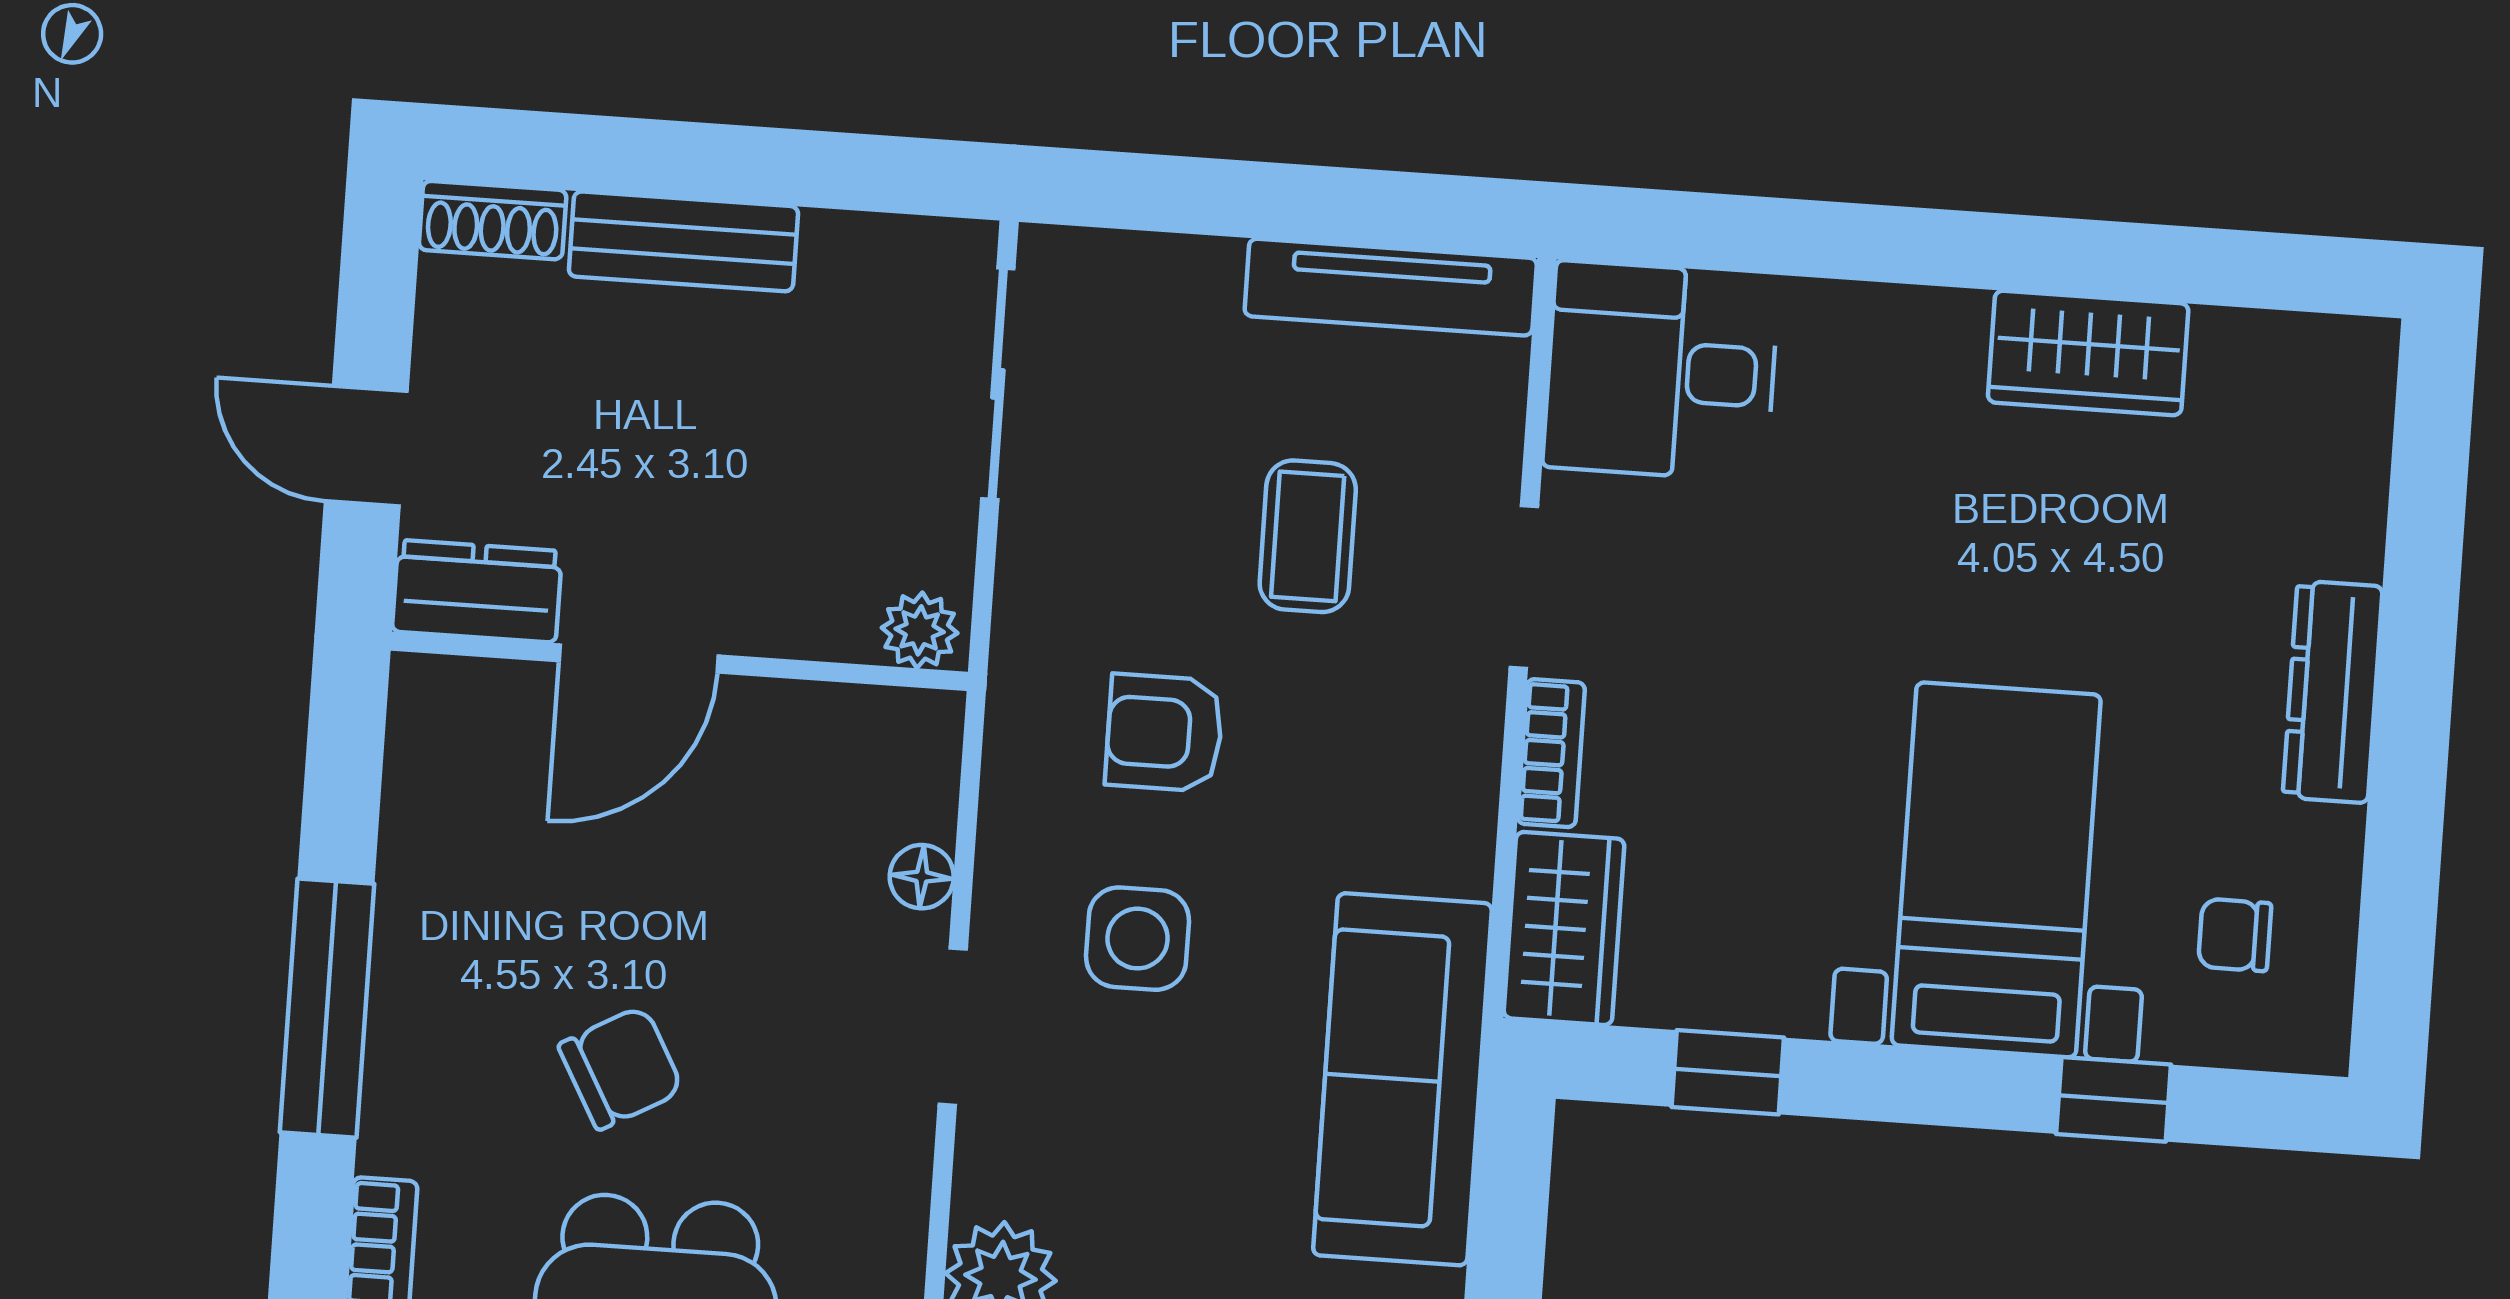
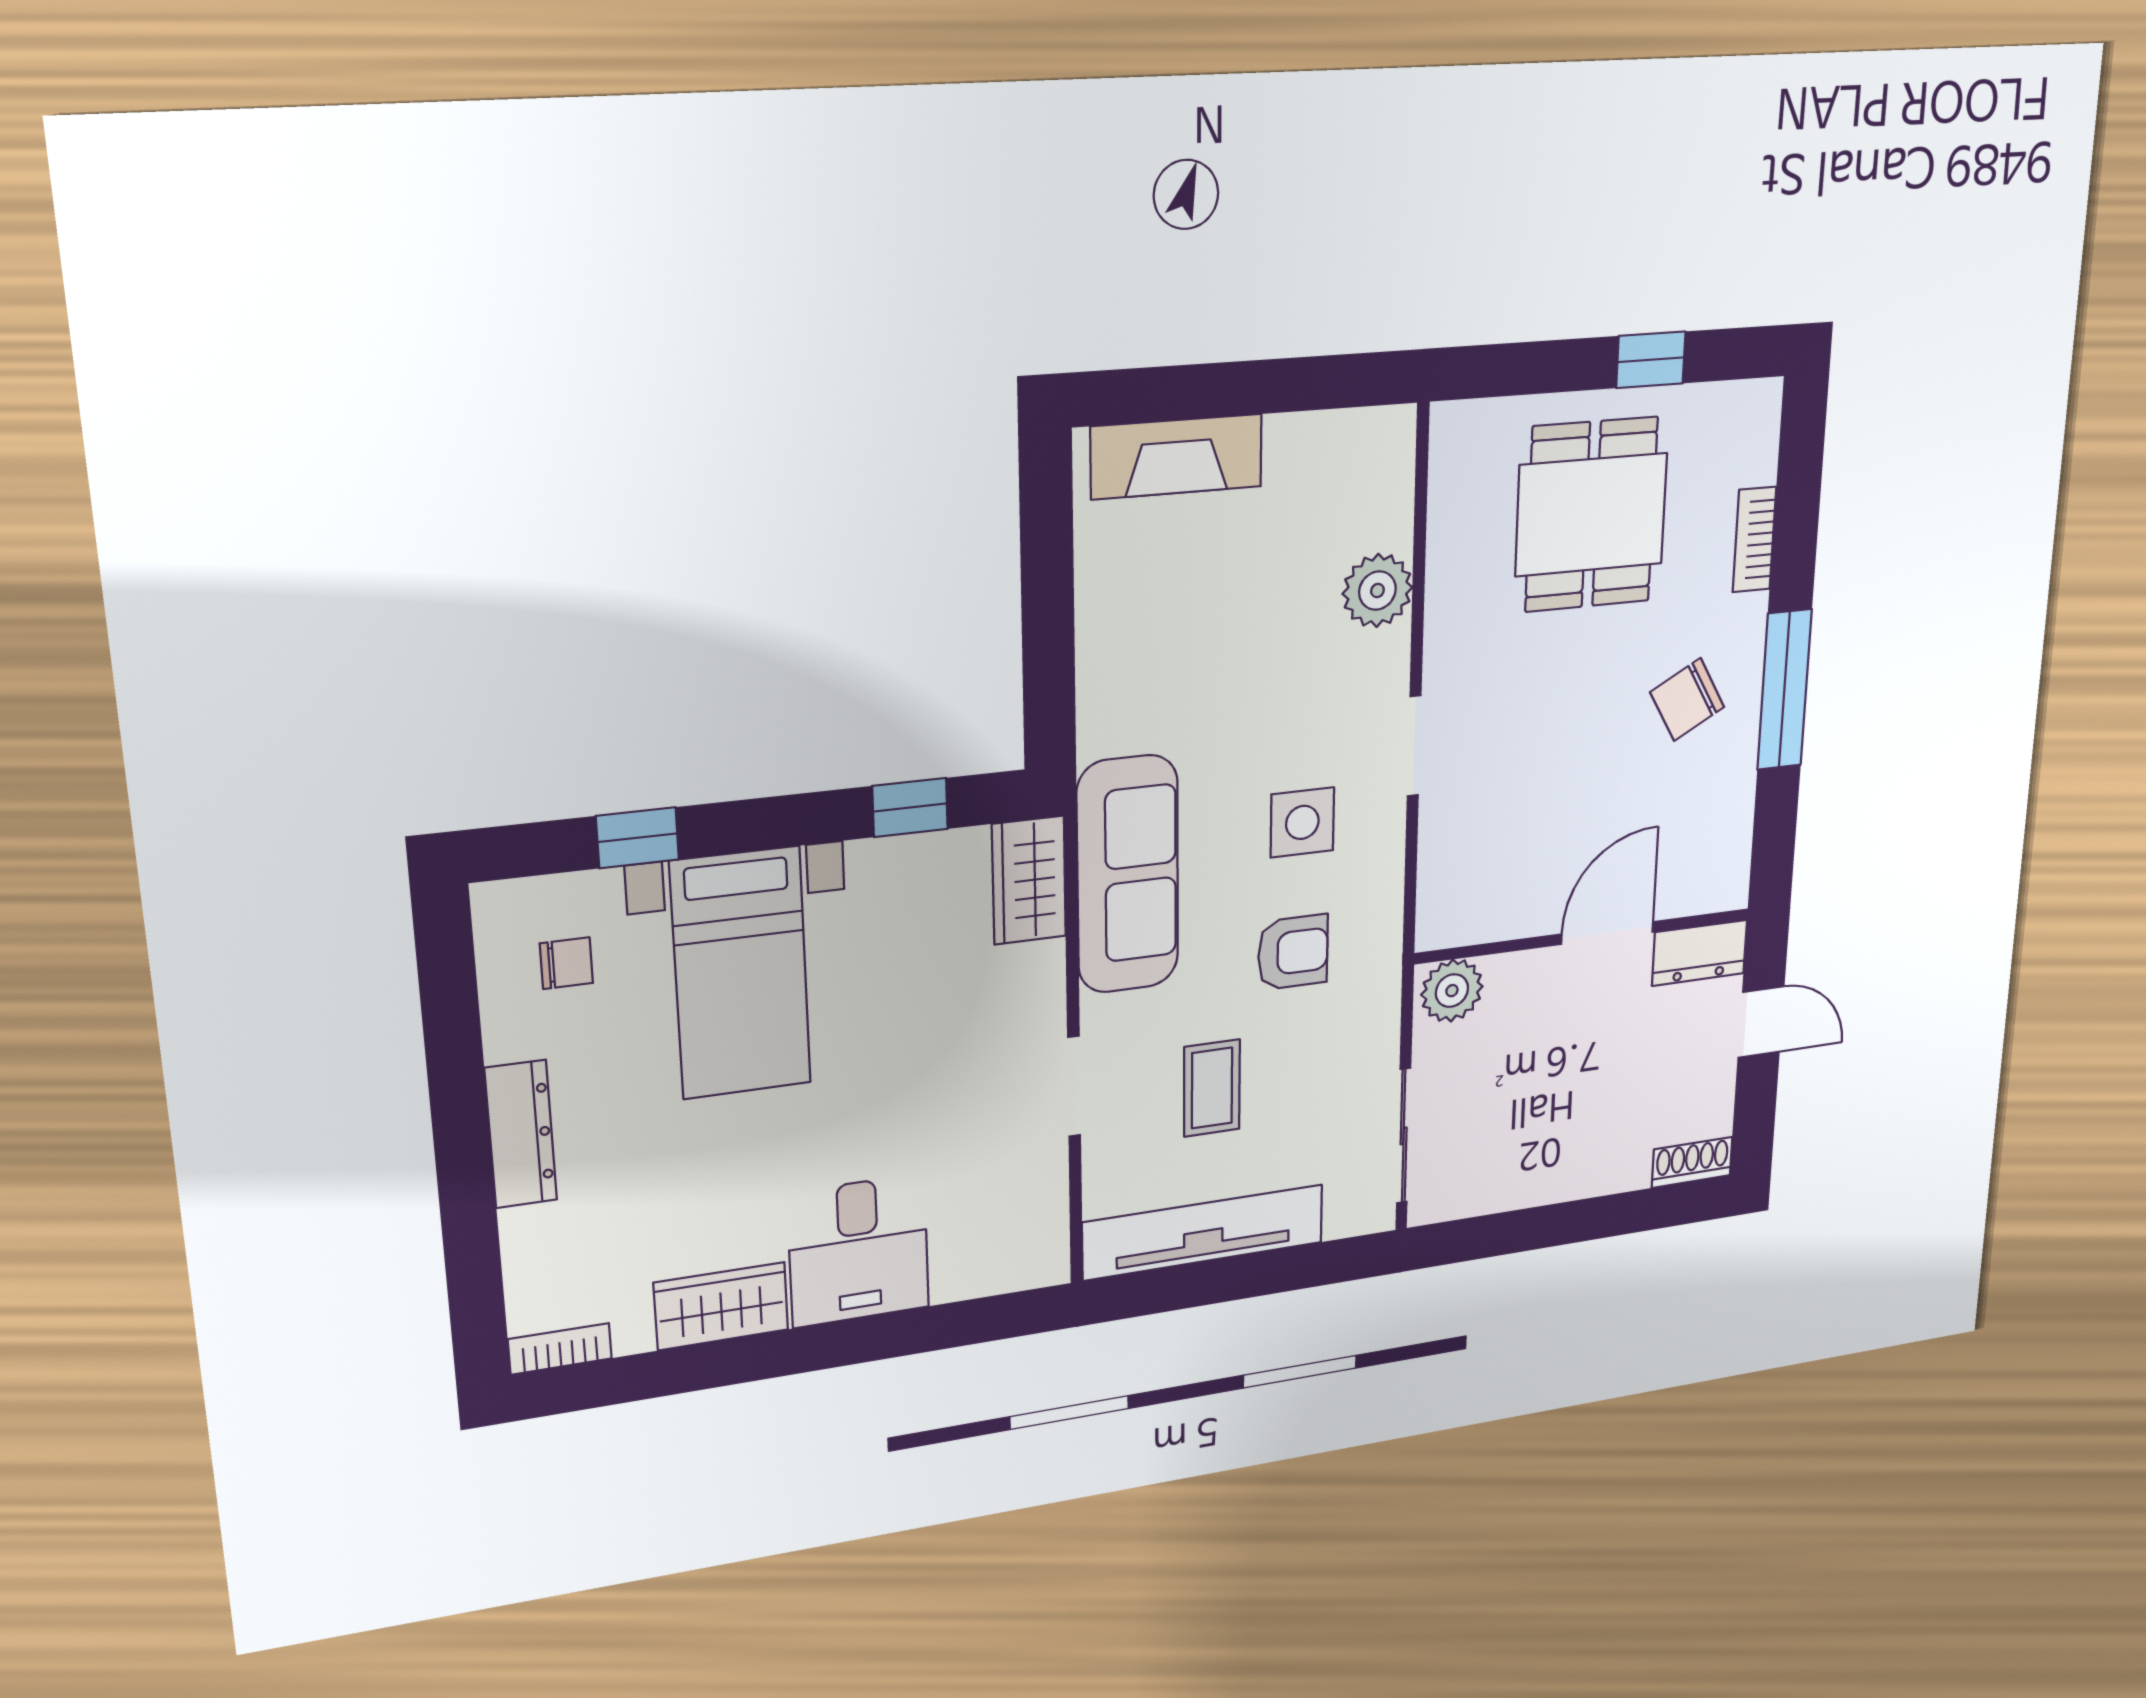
bench: (683, 241) -> (1586, 1175), removed
tv unit: (1391, 287) -> (1203, 1232), width x1.36, depth x1.29
desk: (1661, 371) -> (858, 1251), moved, turned 90
plant: (920, 630) -> (1452, 991), width x1.38, depth x1.38
bookcase: (1551, 753) -> (560, 1349), moved, turned 90
floor lamp: (922, 877) -> (1437, 836), removed
chair: (621, 1068) -> (1687, 700), moved
sofa: (1402, 1079) -> (1128, 875), moved

